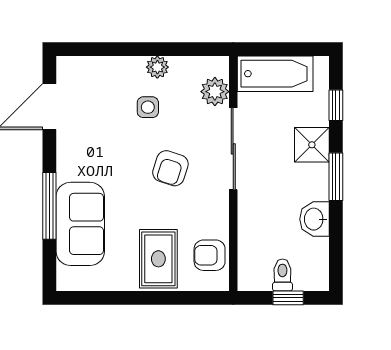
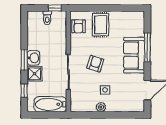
plant: (215, 92) -> (76, 97), removed
washbasin: (315, 219) -> (33, 58), moved
sofa: (80, 224) -> (134, 55), moved
armchair: (210, 255) -> (79, 26), turned 90
window: (288, 298) -> (55, 8), moved

